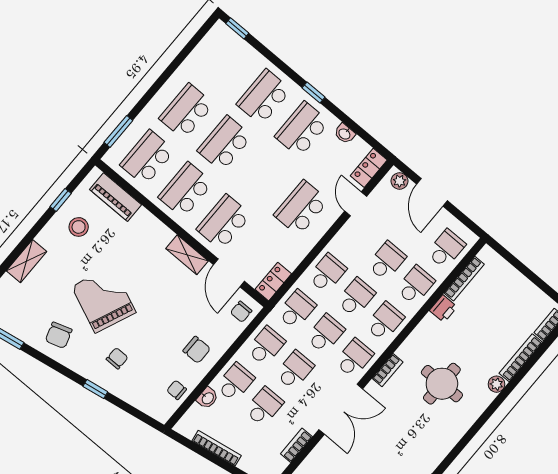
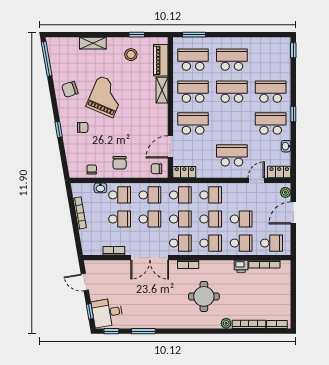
shelving: (187, 255) -> (162, 90), moved

